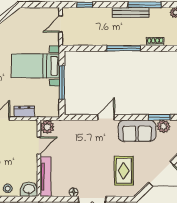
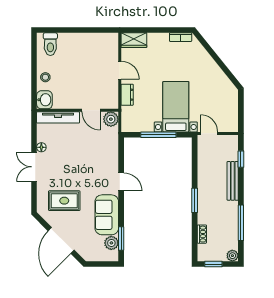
bench: (131, 12) -> (233, 181), moved
door: (61, 24) -> (209, 133), moved
window: (124, 48) -> (195, 200), width x0.69

